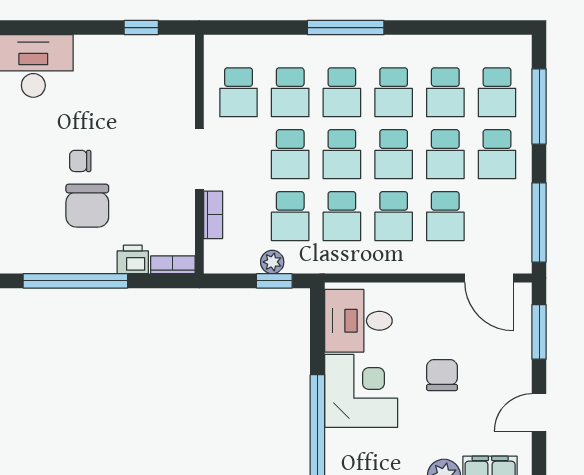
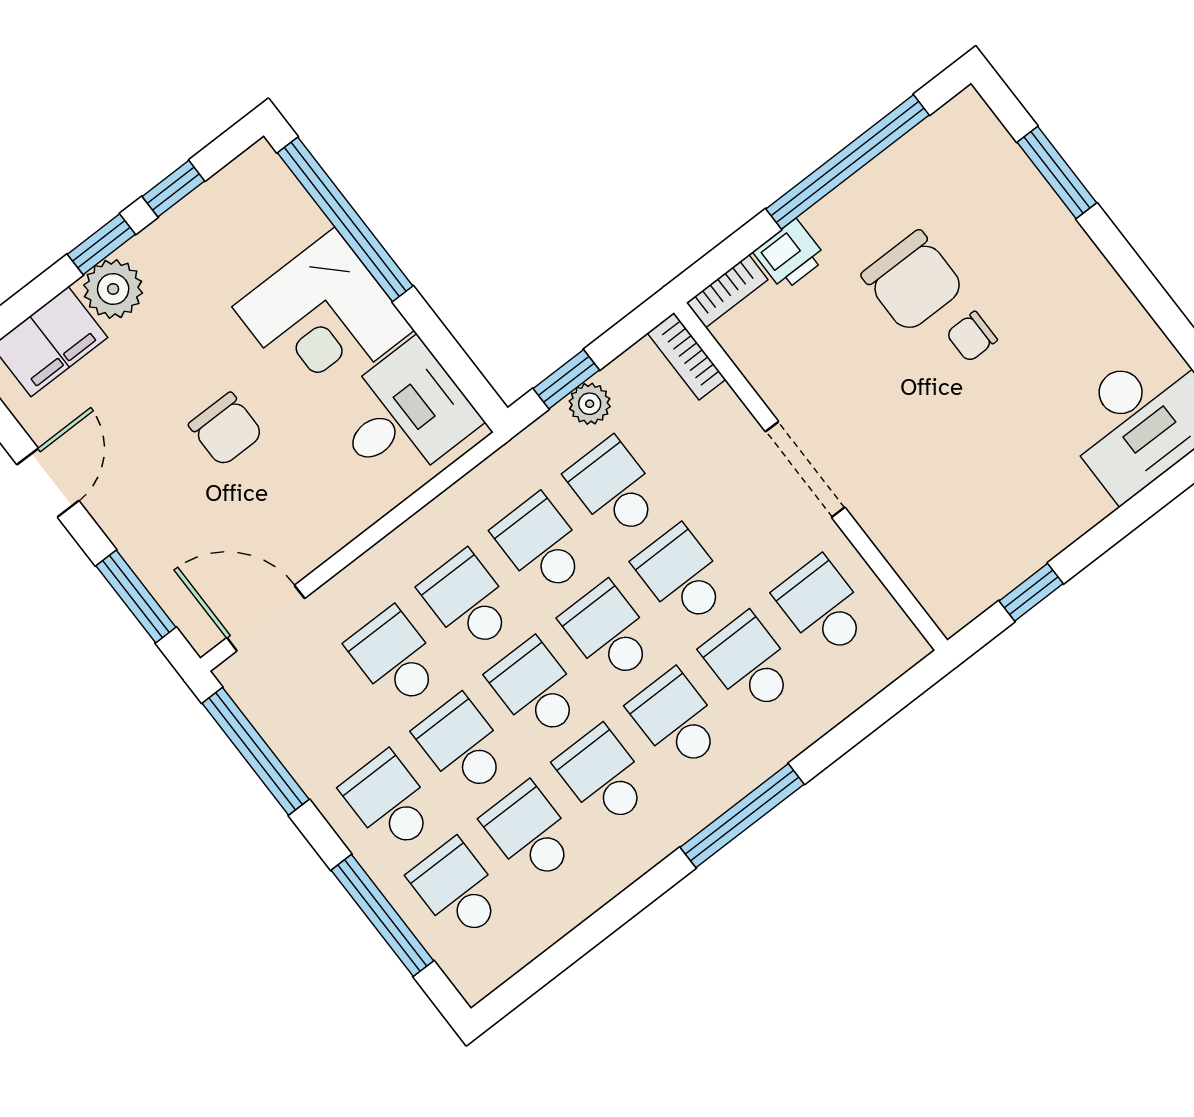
chair: (80, 161) -> (972, 337), turned 180
chair: (87, 206) -> (913, 281), turned 180
bookcase: (213, 215) -> (686, 356), moved

